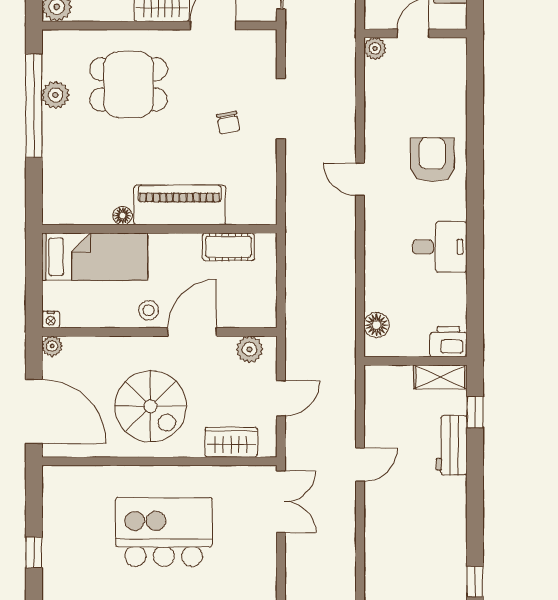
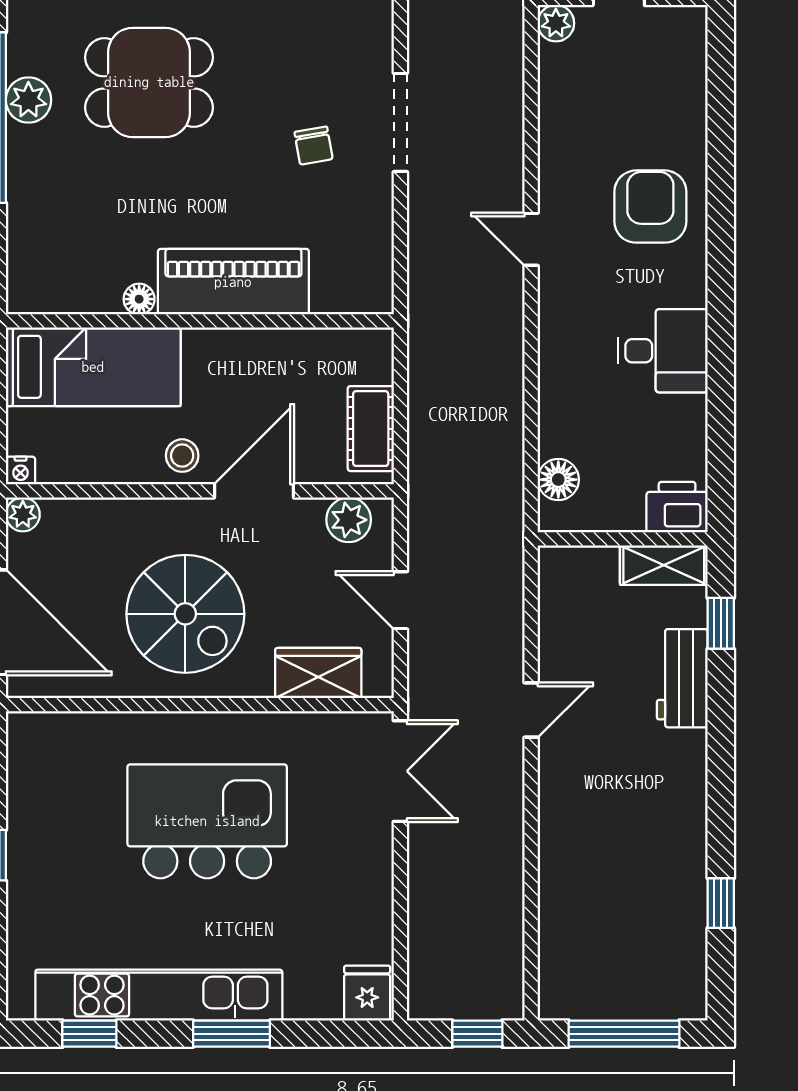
cot: (228, 247) -> (371, 429), moved, turned 90
door: (281, 398) -> (400, 600), swing flipped

